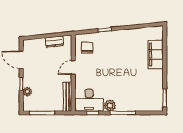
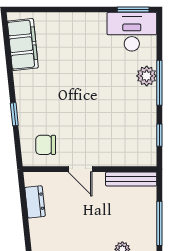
filing cabinet: (156, 55) -> (23, 44), moved, turned -96
desk: (89, 100) -> (132, 32), moved, turned -90
plant: (110, 106) -> (147, 76), moved

